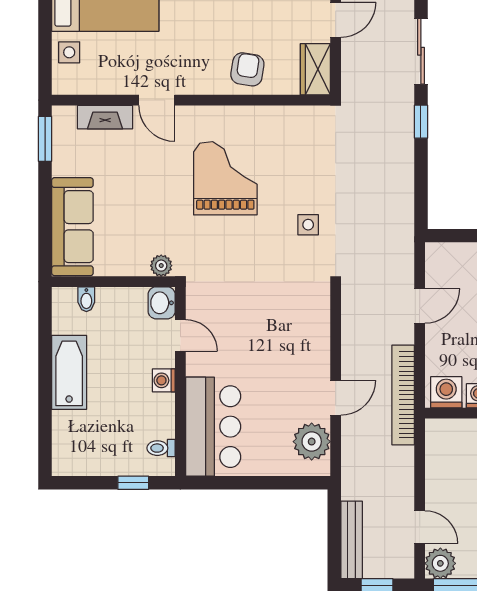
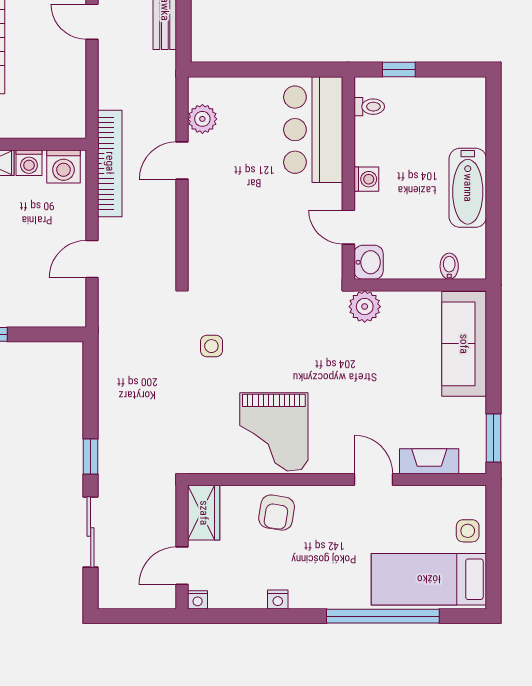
grand piano: (225, 178) -> (274, 432), moved
plant: (161, 266) -> (365, 307), width x1.38, depth x1.38
plant: (312, 442) -> (202, 119), width x0.73, depth x0.73

